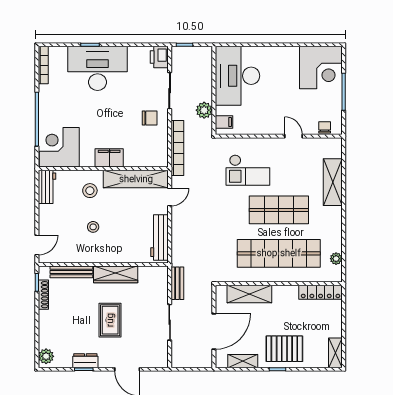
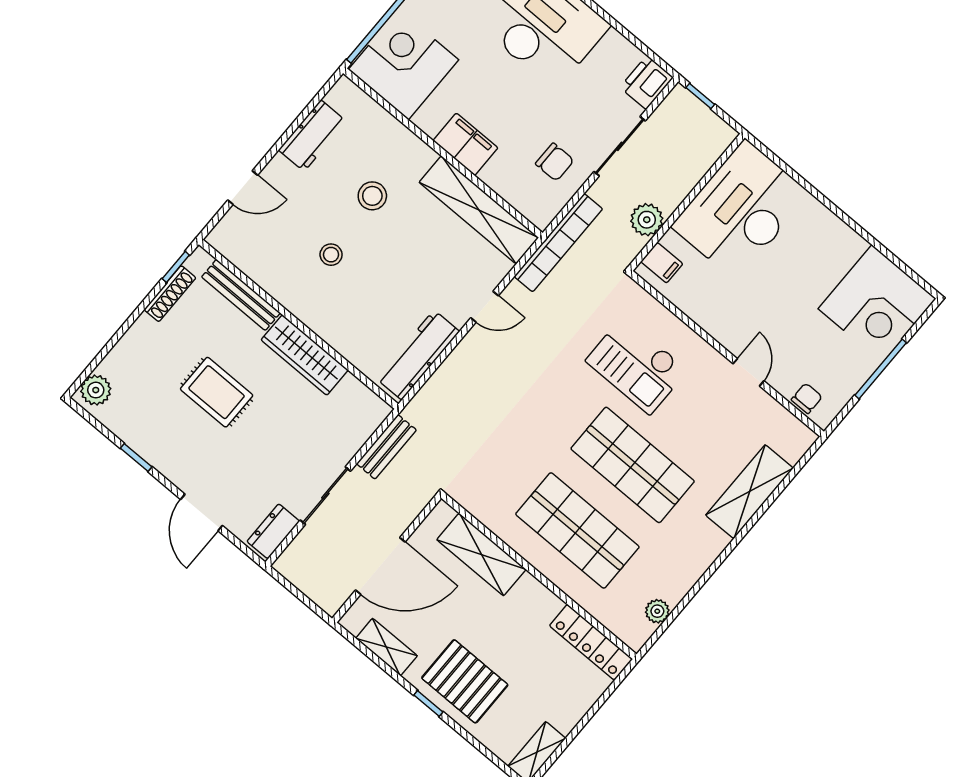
corner desk: (59, 147) -> (404, 65), moved
filing cabinet: (109, 158) -> (465, 144), moved
wall: (103, 169) -> (443, 153), moved
shelving: (136, 179) -> (479, 210), moved
door: (37, 245) -> (243, 188), moved
shop shelf: (279, 253) -> (577, 530), width x0.71
rug: (110, 320) -> (217, 392), moved, turned 90
dresser: (85, 361) -> (273, 531), moved, turned -90

